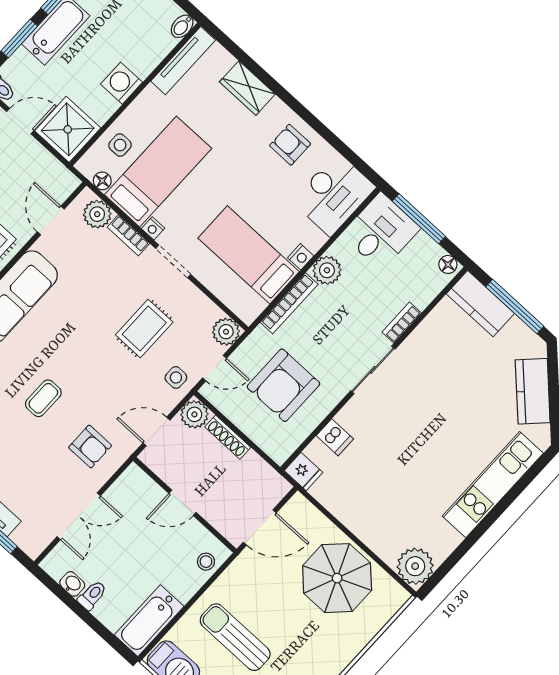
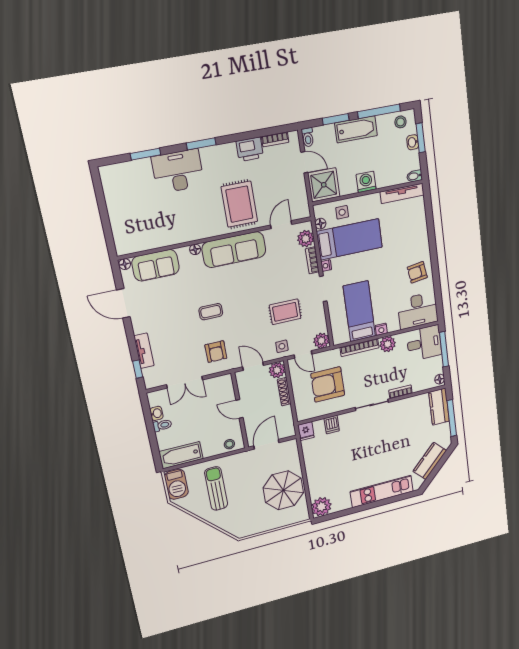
wardrobe: (247, 88) -> (420, 230), removed
armchair: (290, 145) -> (417, 272), turned -98
door: (260, 527) -> (266, 444), swing flipped

